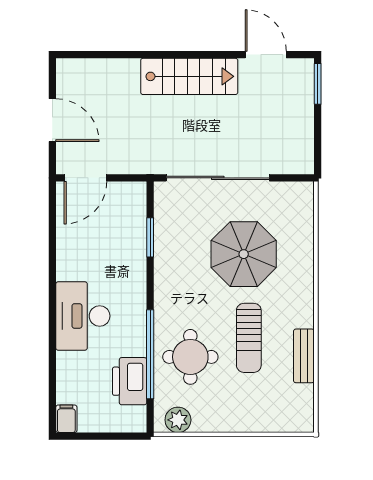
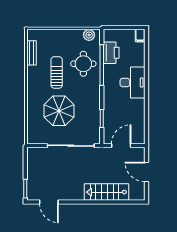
stairs: (189, 76) -> (107, 192), moved
door: (85, 178) -> (121, 146), moved
bench: (304, 356) -> (31, 53), moved

